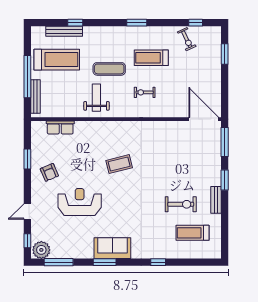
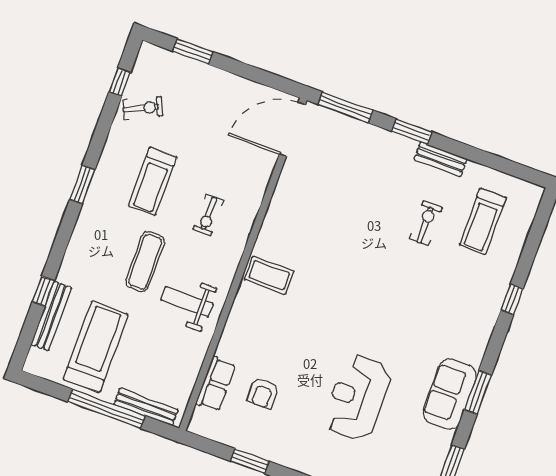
coffee table: (119, 164) -> (269, 275), moved, turned -76
armchair: (49, 172) -> (263, 393), moved, turned 113
exercise bike: (181, 204) -> (426, 223), width x0.73, depth x0.72
sofa: (112, 248) -> (450, 394), moved

